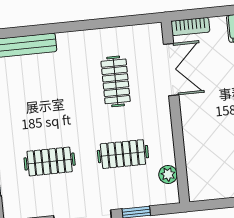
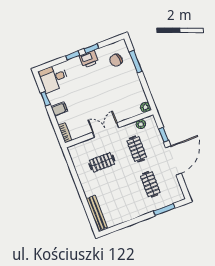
double door: (171, 70) -> (106, 130), moved
plant: (198, 192) -> (145, 107), added

